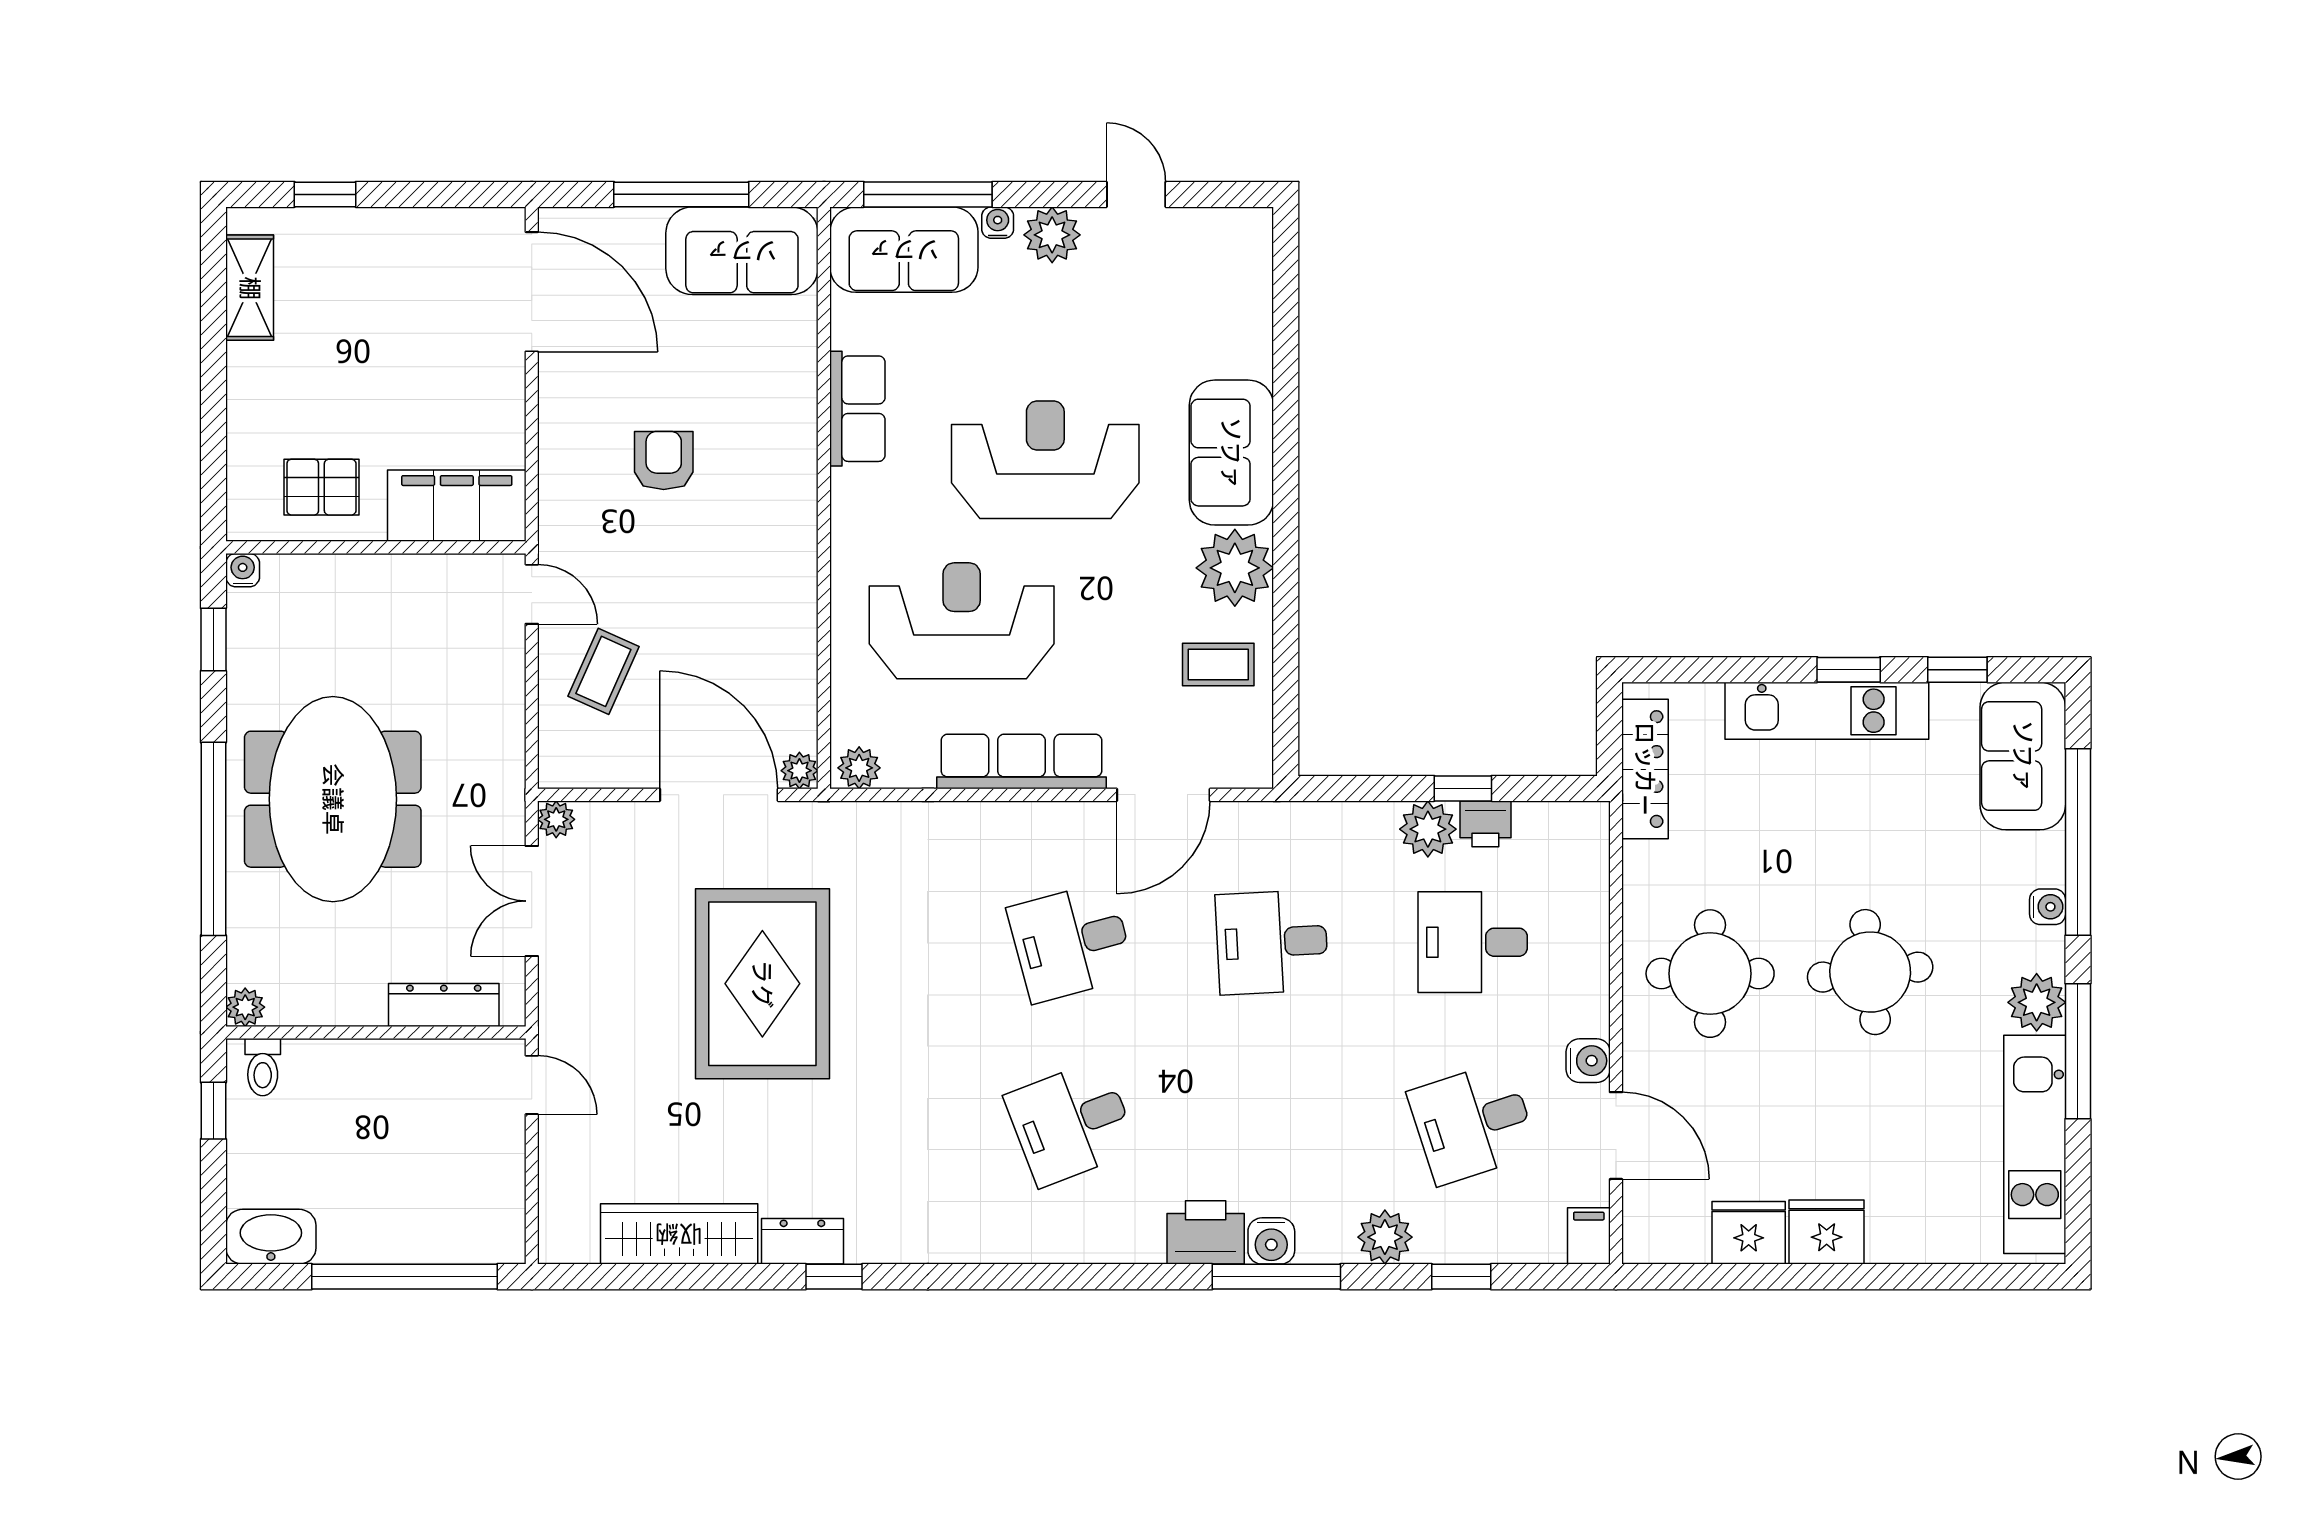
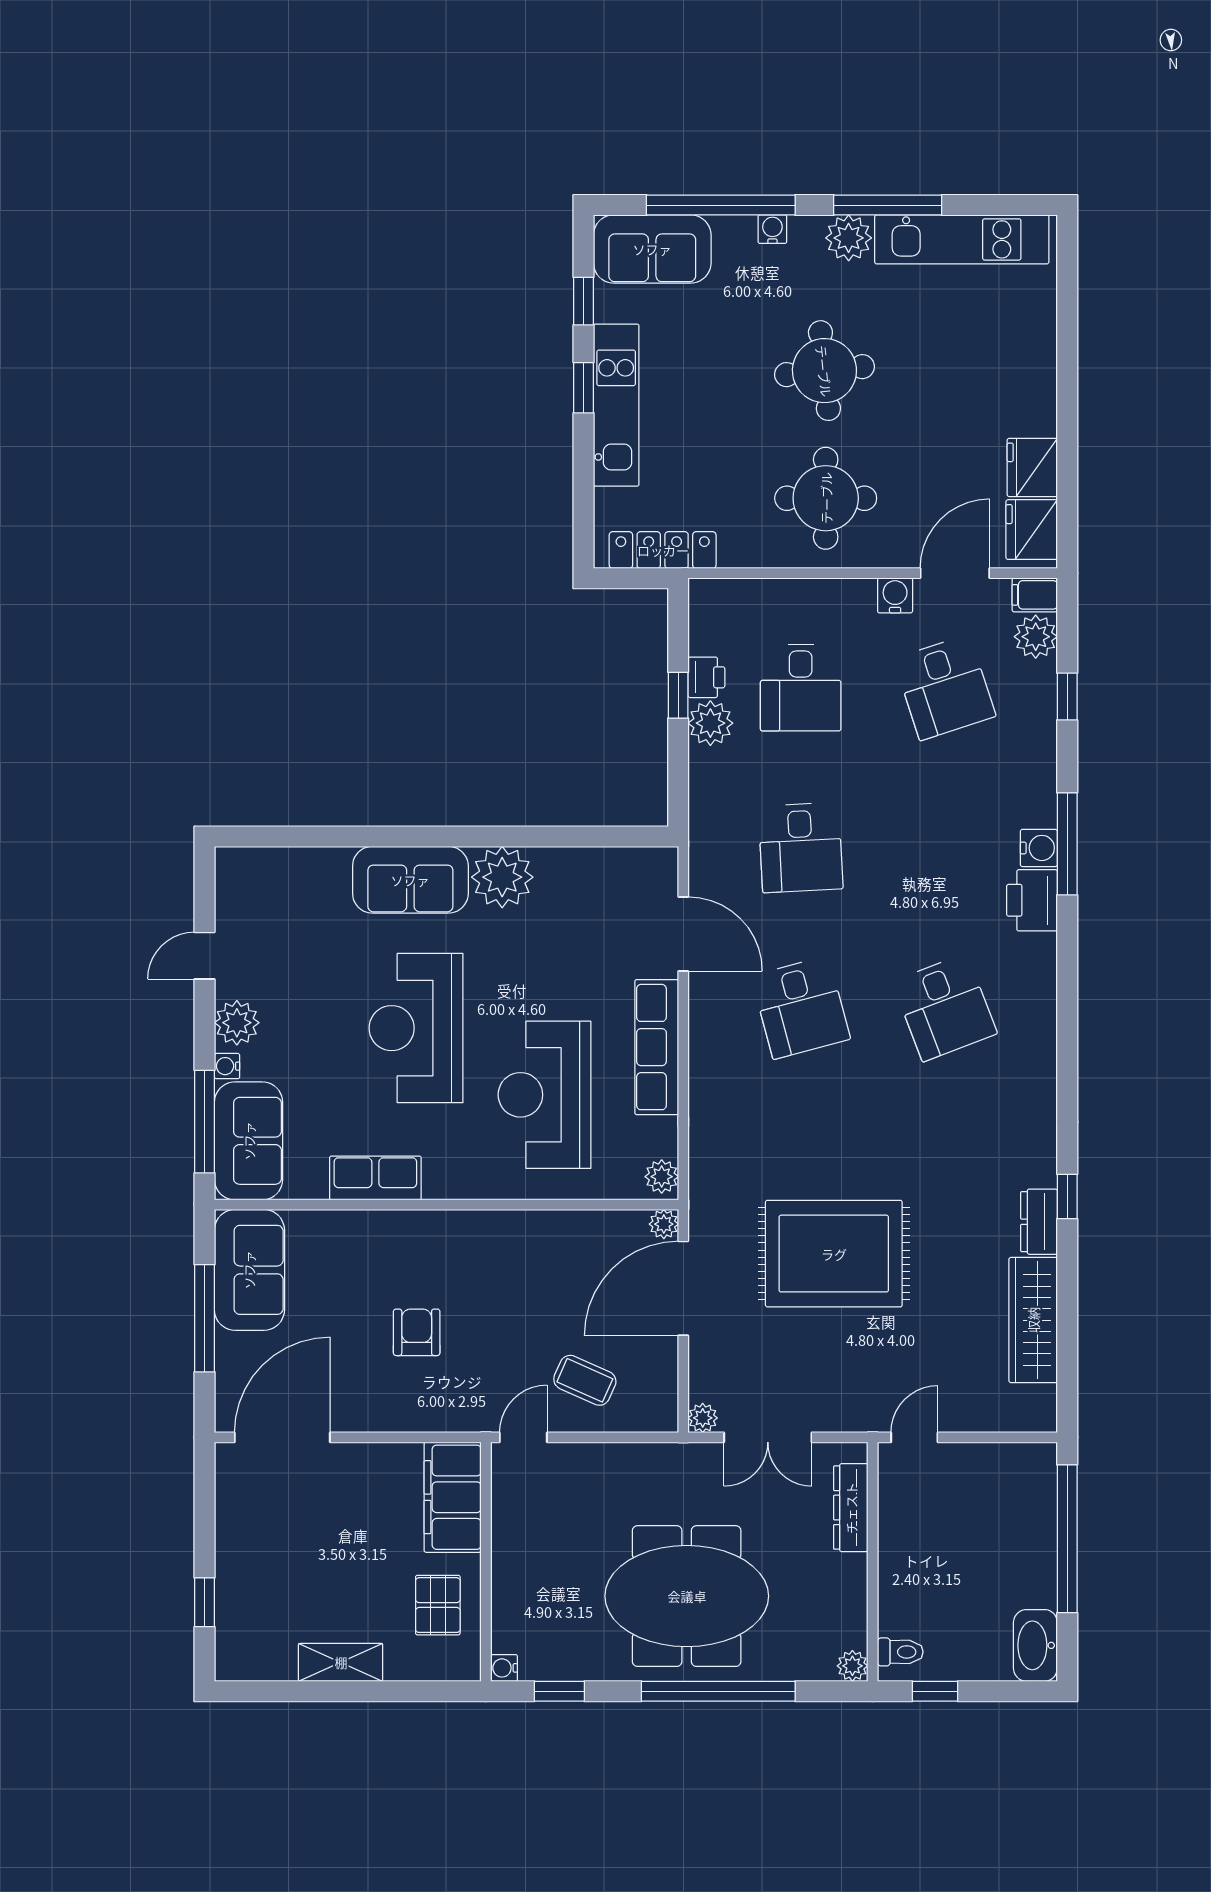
shelving: (250, 288) -> (341, 1662), moved
armchair: (664, 460) -> (417, 1332), turned 90
coffee table: (1218, 665) -> (579, 890), removed
fridge: (1827, 1232) -> (1032, 530), moved
plant: (1385, 1237) -> (1036, 637), moved

